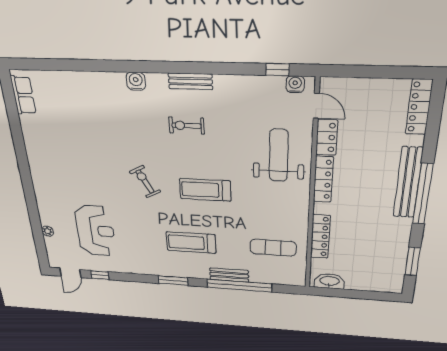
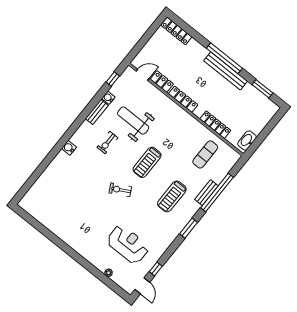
bench: (190, 81) -> (97, 112), moved
water cooler: (295, 84) -> (108, 98), moved
row of seats: (23, 95) -> (33, 210), removed
weight bench: (279, 155) -> (133, 121), moved
bench: (408, 183) -> (226, 71), moved

